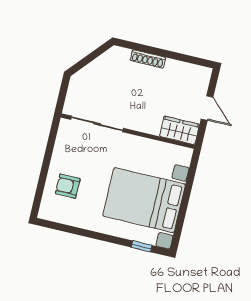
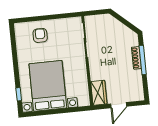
window: (154, 51) -> (143, 60), added

